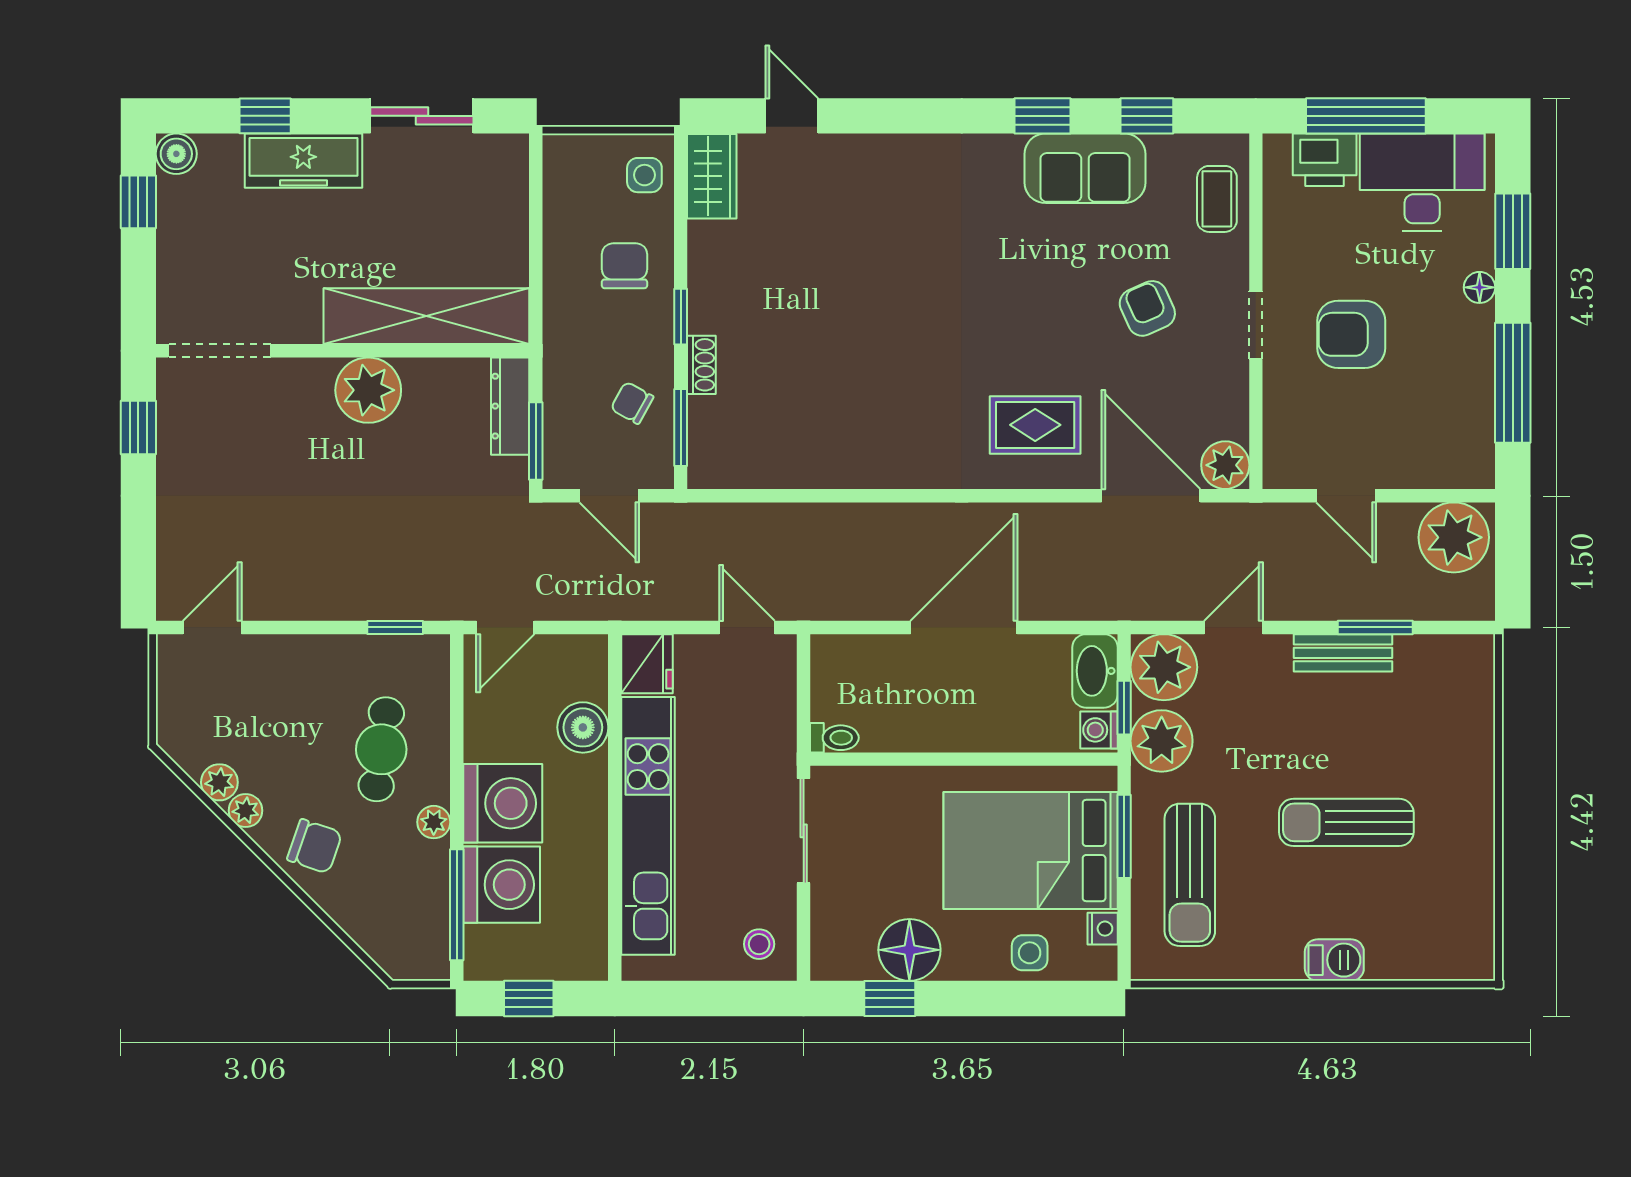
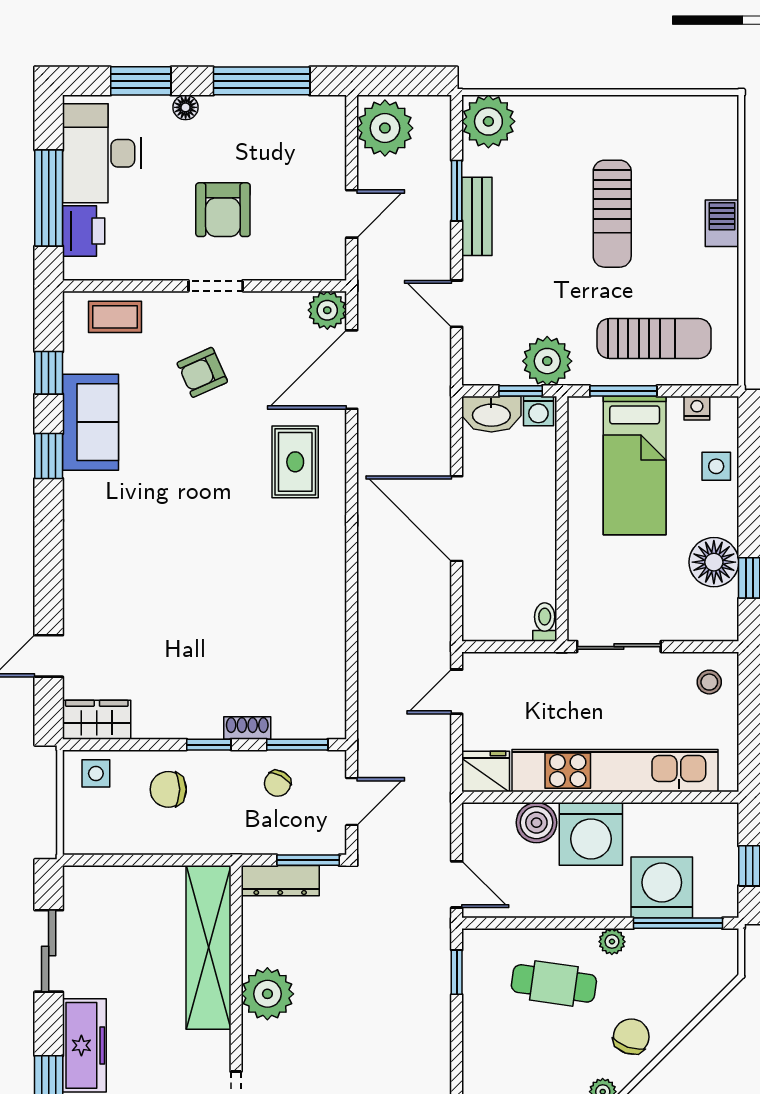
plant: (1164, 667) -> (488, 121), moved
washing machine: (503, 803) -> (591, 834), moved, turned 180
bed: (1031, 851) -> (635, 466), width x0.67

